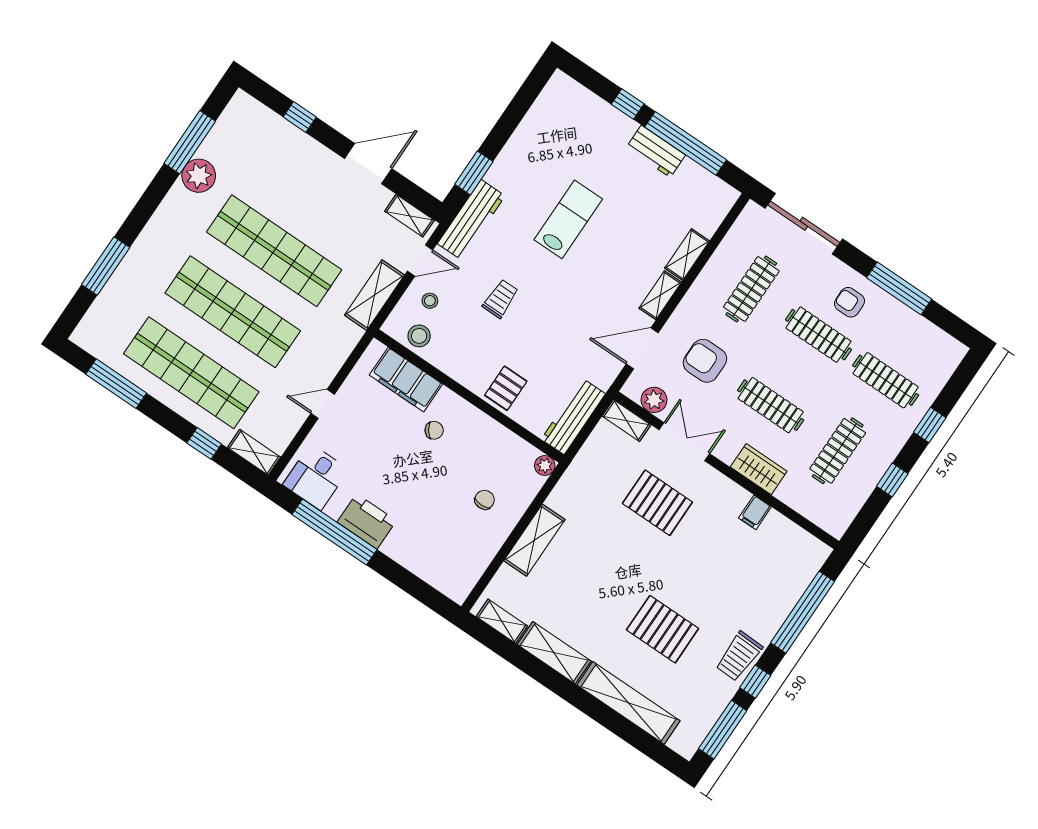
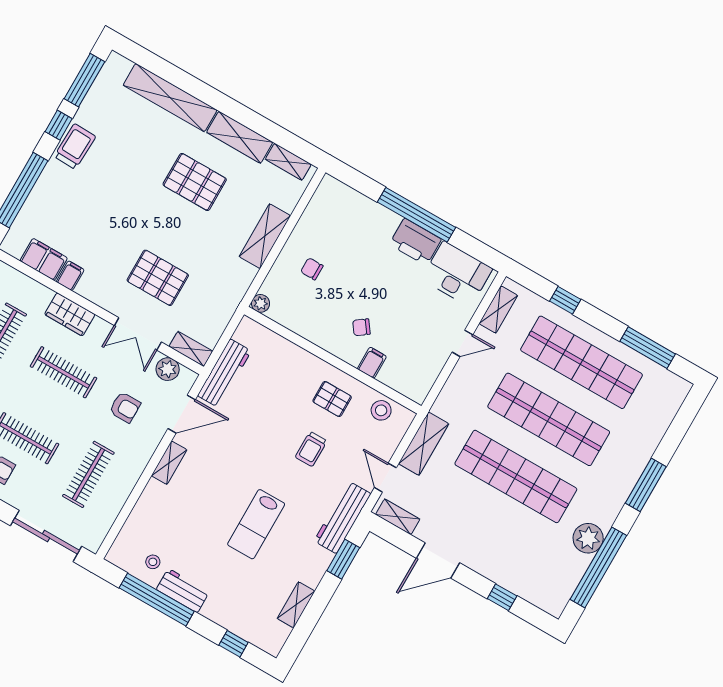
window: (628, 104) -> (234, 644), moved
window: (190, 142) -> (598, 567), width x1.46
shelving: (687, 255) -> (296, 605), moved
door: (420, 260) -> (385, 478), hinge flipped
window: (106, 266) -> (646, 485), moved
stool: (430, 301) -> (153, 562), moved
armchair: (705, 361) -> (125, 407), width x0.72, depth x0.72
filing cabinet: (406, 380) -> (372, 363), width x0.33, depth x0.86
pallet: (506, 388) -> (332, 399), moved, turned 90
workbench: (573, 417) -> (224, 373), moved
shelving: (254, 452) -> (498, 309), moved, turned 90
desk: (316, 477) -> (457, 274), width x1.37
chair: (485, 500) -> (312, 269), turned 90
window: (335, 532) -> (417, 215), moved
filing cabinet: (783, 533) -> (44, 259), added
pallet: (663, 629) -> (195, 182), moved

